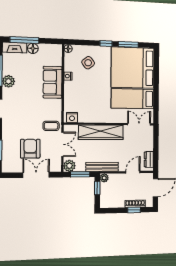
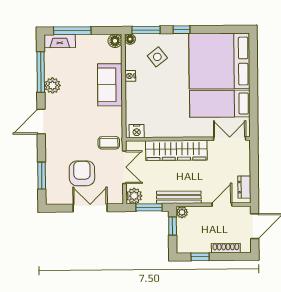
window: (128, 44) -> (146, 30), moved
floor lamp: (33, 48) -> (115, 41), moved
window: (134, 210) -> (200, 257), moved

